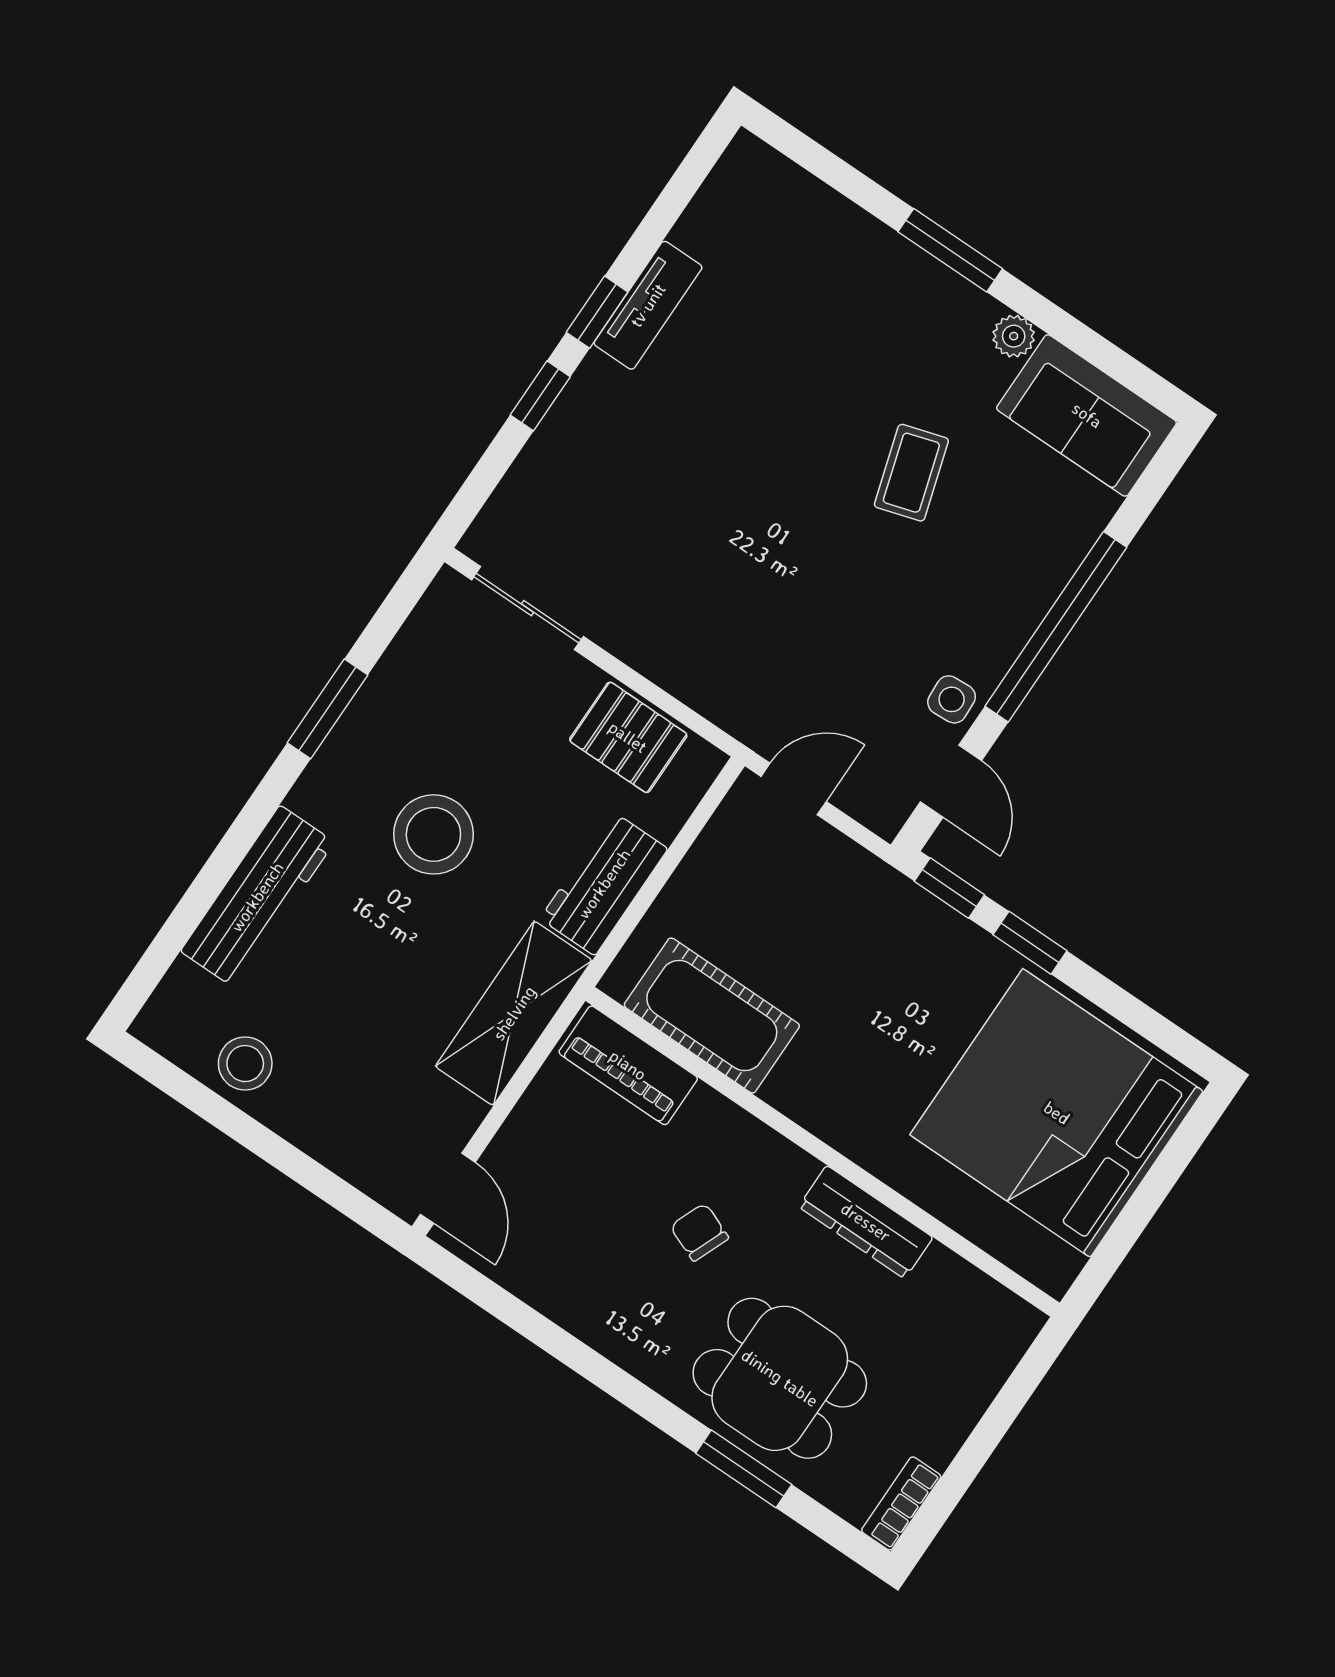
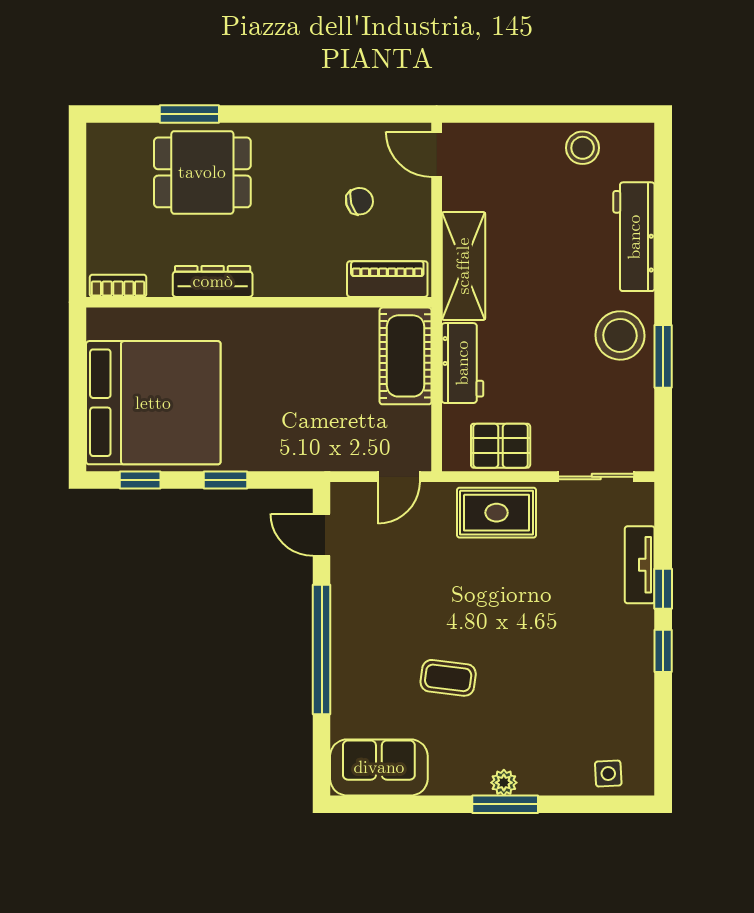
tv unit: (648, 305) -> (640, 565), moved
plant: (1014, 336) -> (504, 783), moved
coffee table: (911, 473) -> (448, 678), turned -66
rug: (695, 651) -> (497, 513), added
side table: (952, 699) -> (608, 774), moved
stool: (433, 834) -> (620, 335), moved
window: (949, 888) -> (140, 480), moved
cot: (712, 1015) -> (406, 356), moved, turned 90
chair: (699, 1232) -> (359, 201), moved, turned -38
bookcase: (901, 1503) -> (118, 286), moved, turned -90

